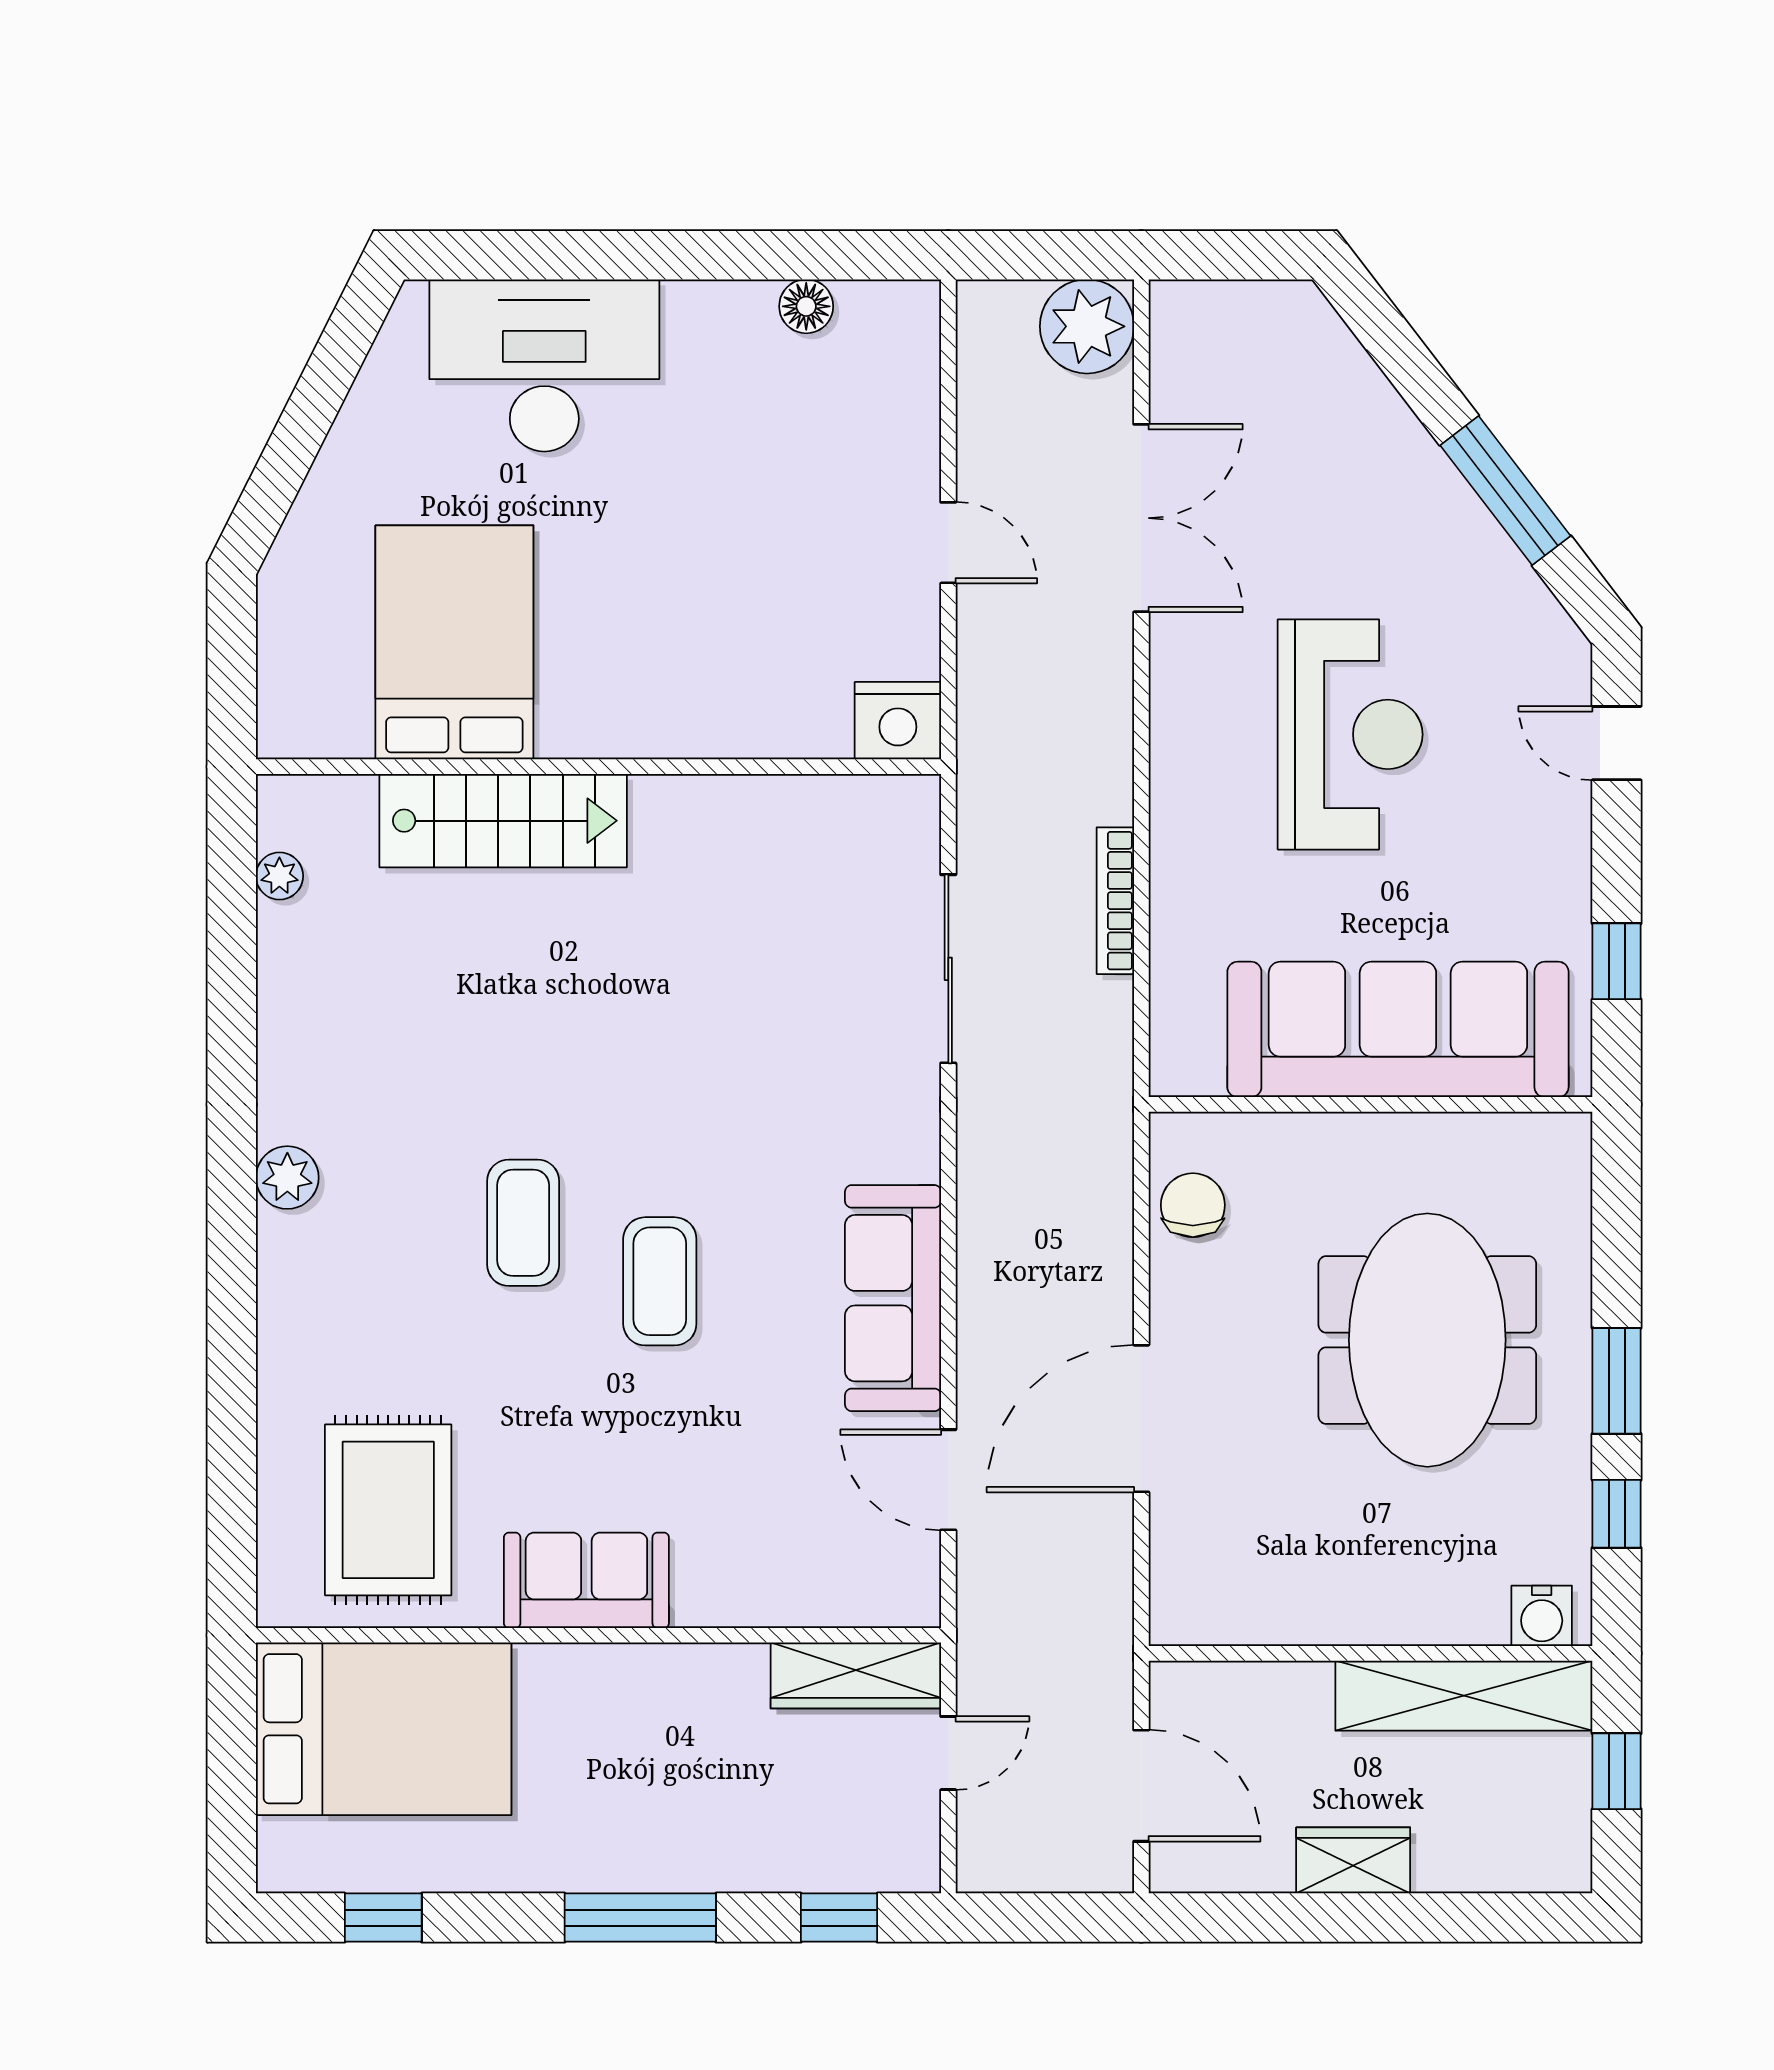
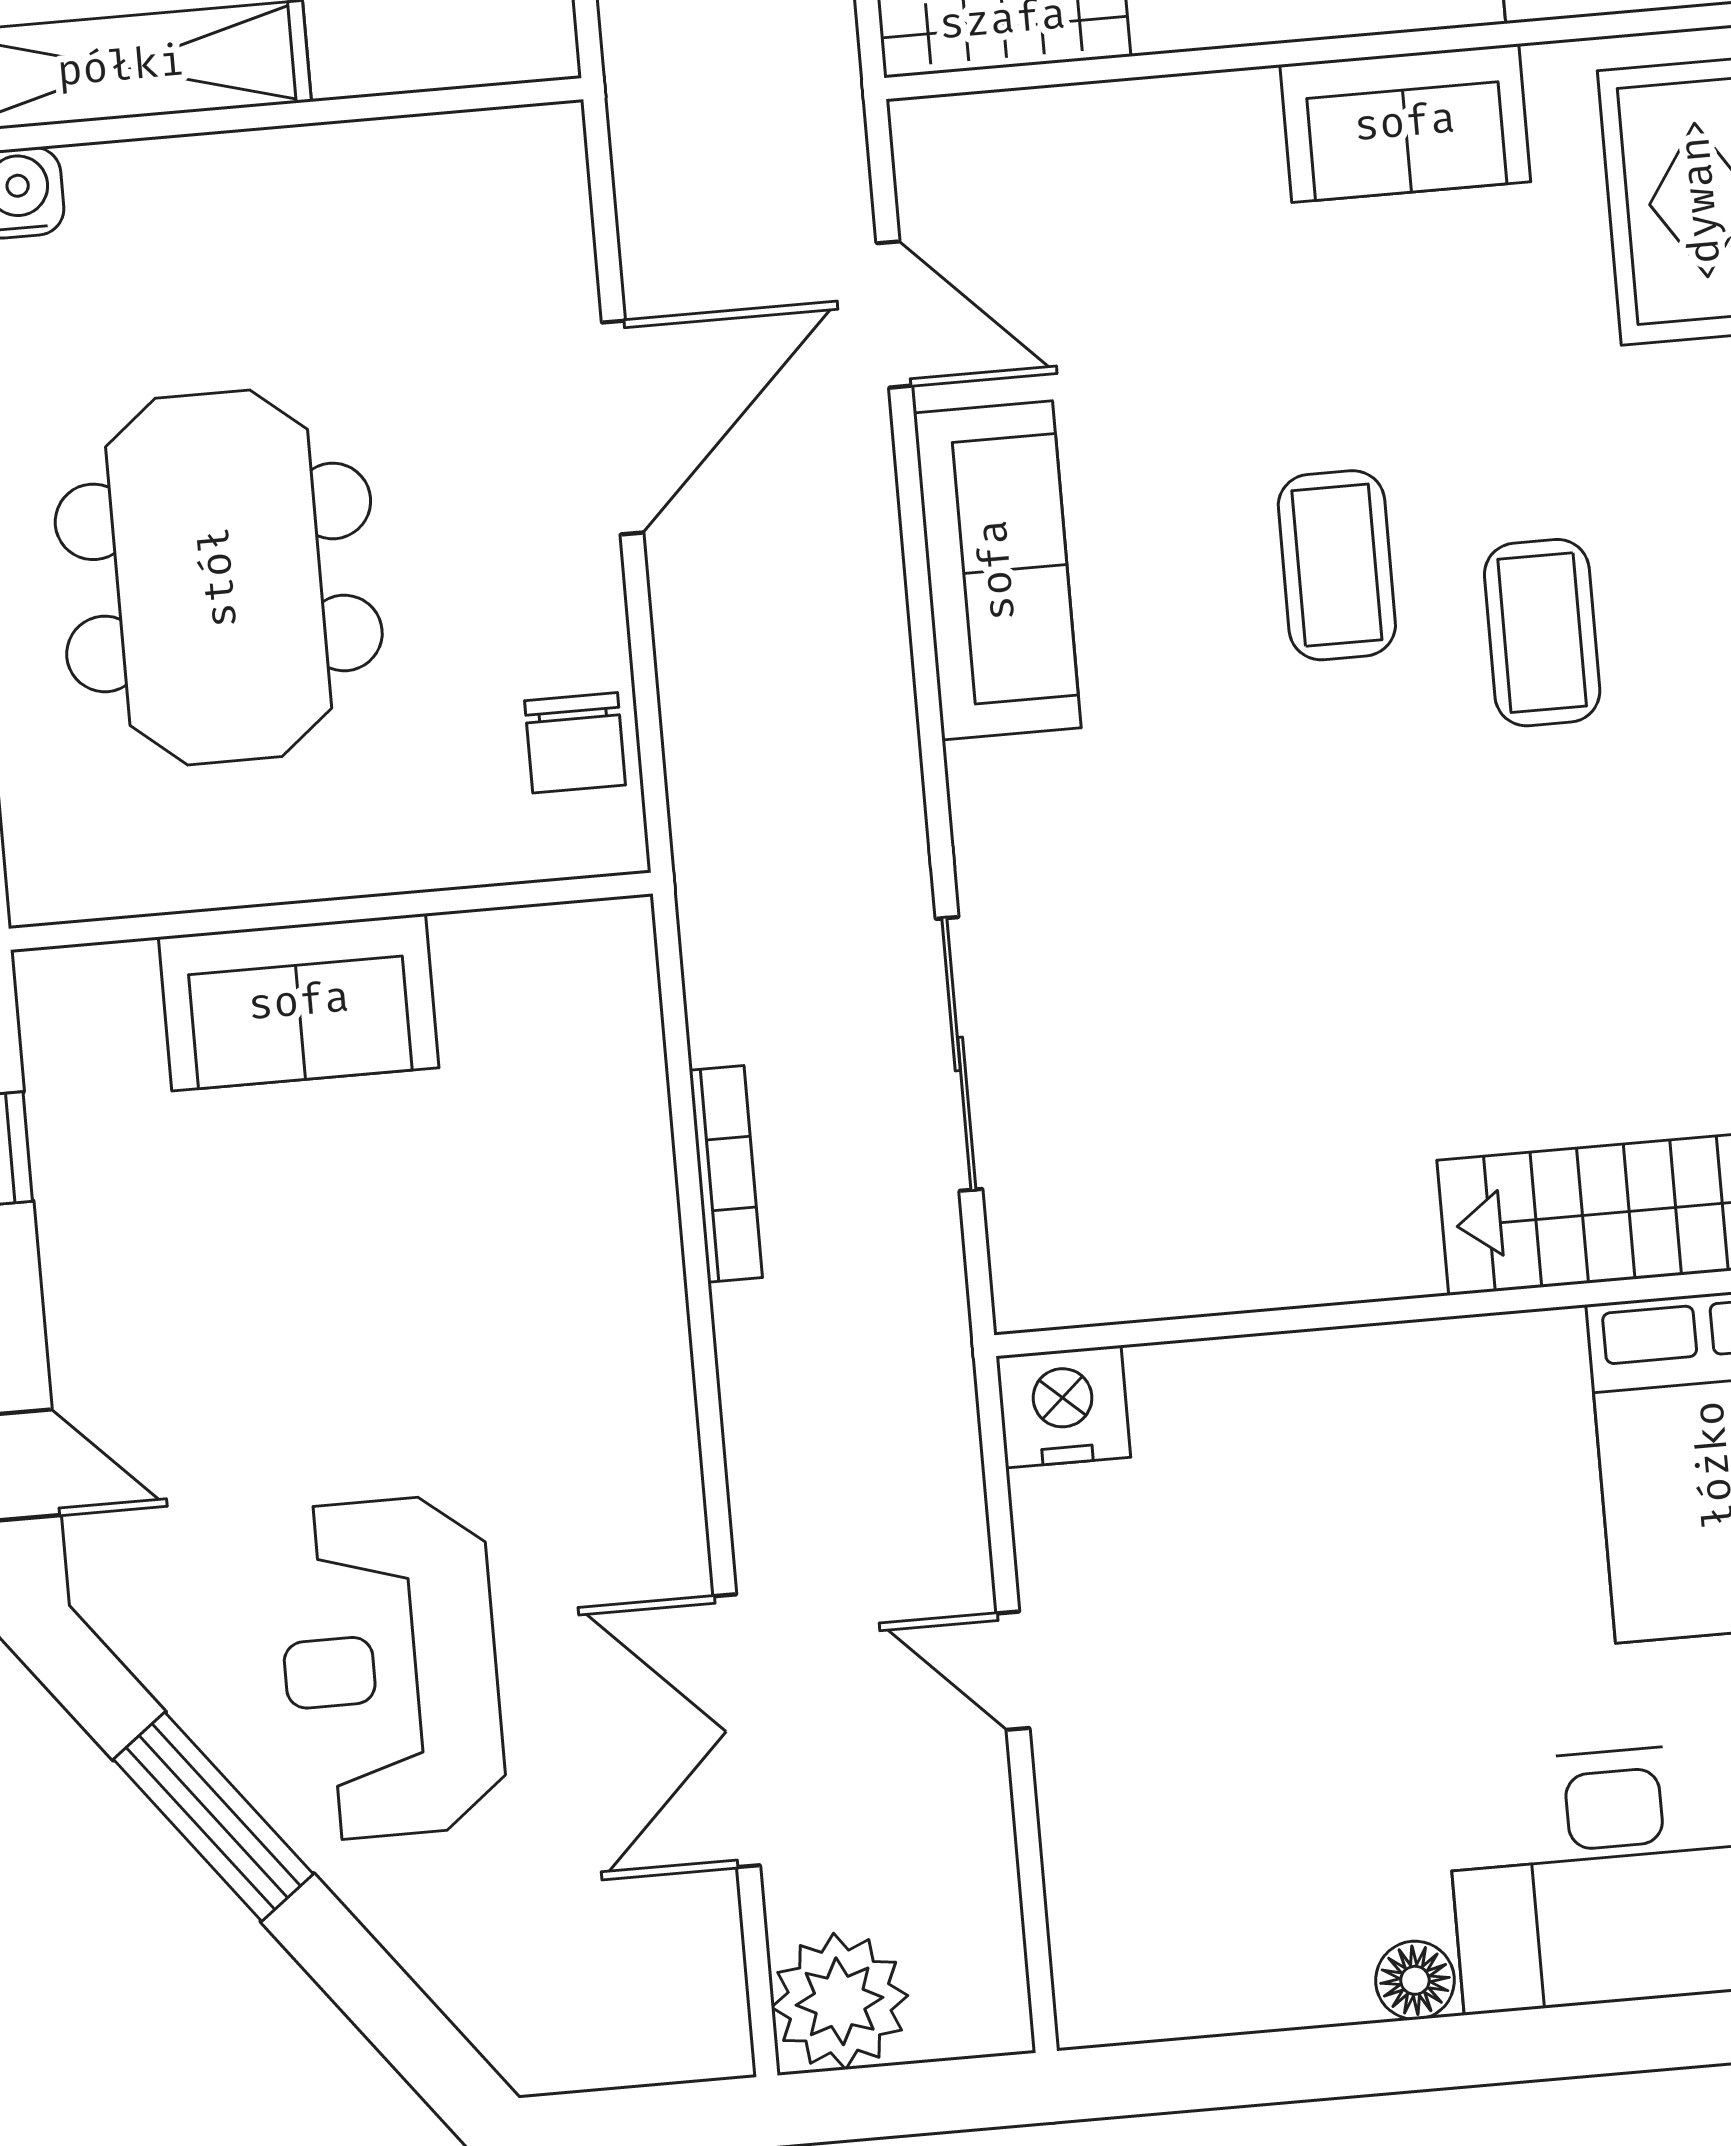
floor lamp: (806, 306) -> (1415, 1980), moved
reception desk: (1350, 734) -> (390, 1667), moved
sofa: (1398, 1029) -> (299, 1002), width x0.54, depth x0.79

